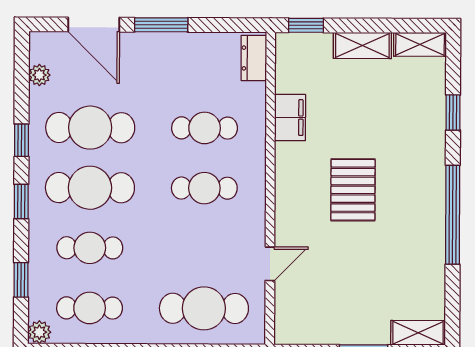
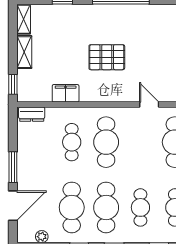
cafe table: (204, 188) -> (106, 142), width x1.37, depth x1.35

